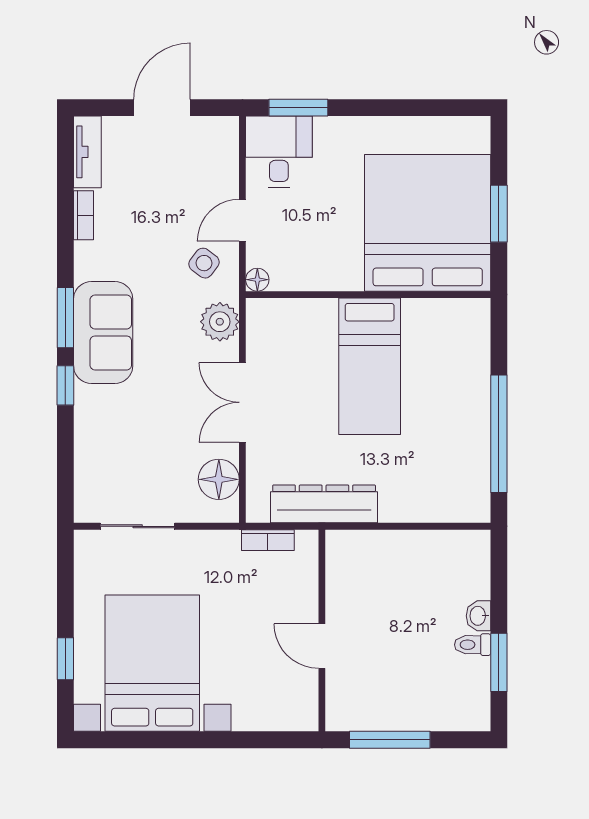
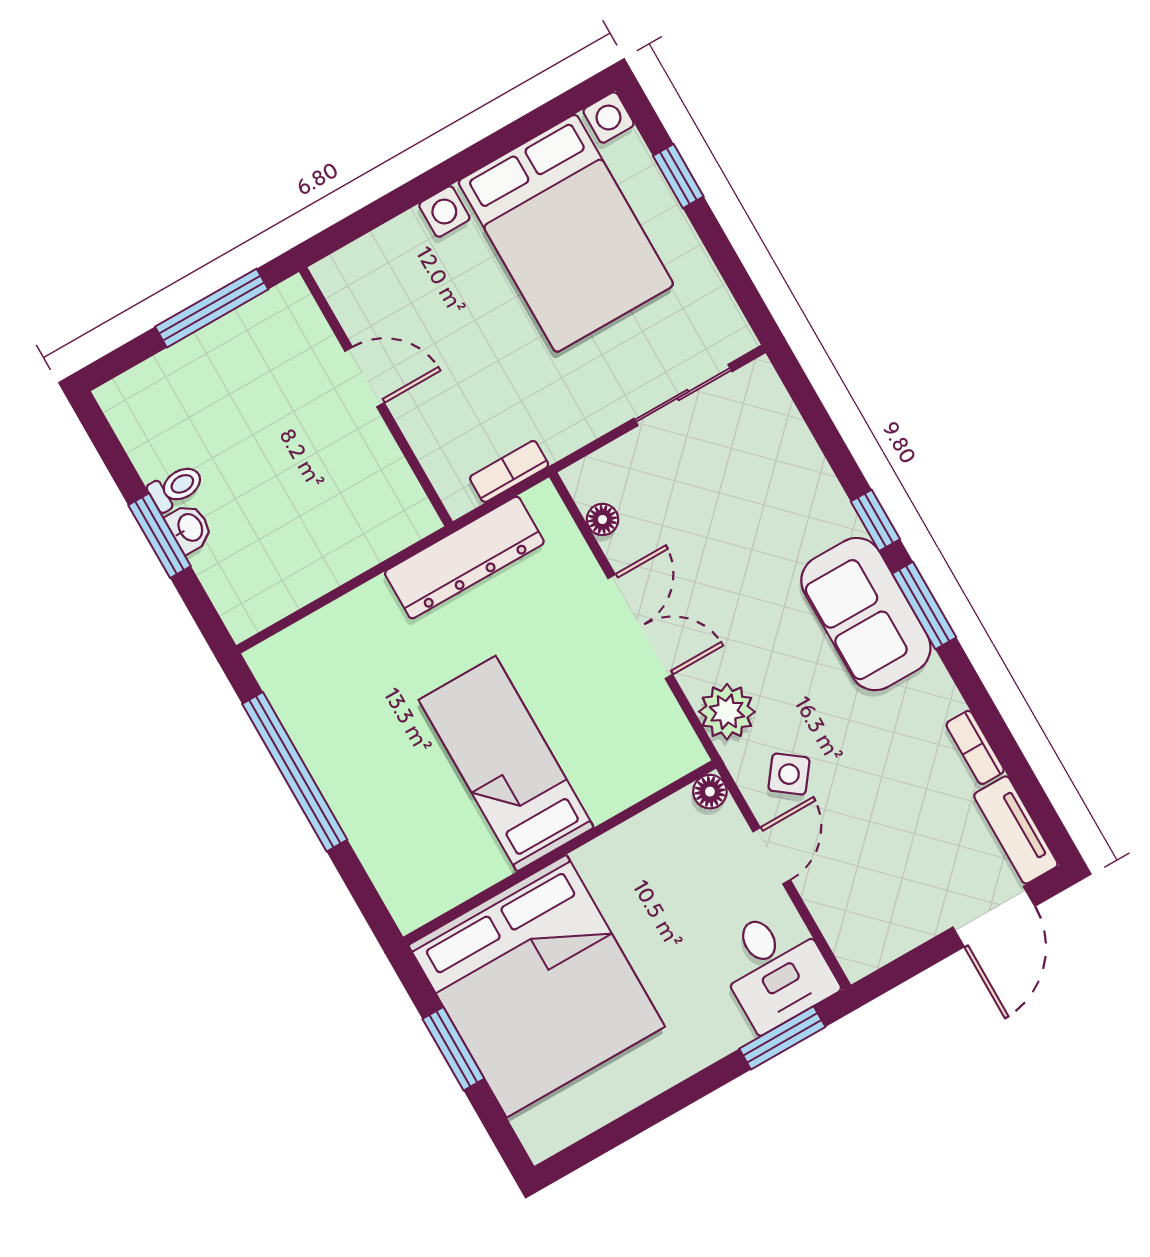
door: (162, 108) -> (994, 917), moved
floor lamp: (219, 479) -> (603, 519), width x0.53, depth x0.53
window: (499, 662) -> (160, 536), moved

